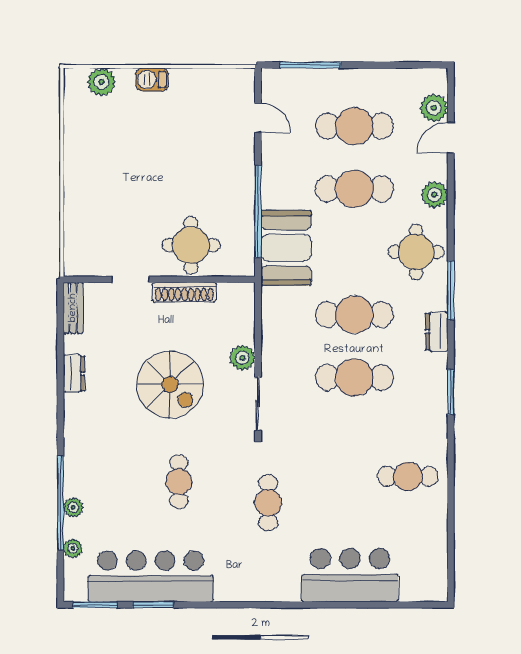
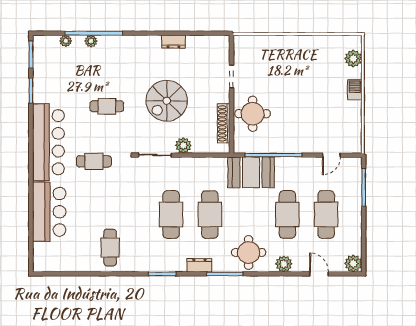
plant: (434, 108) -> (353, 263), moved
shoe rack: (184, 292) -> (224, 123), moved
bench: (73, 308) -> (214, 41), removed
bar counter: (151, 576) -> (48, 142), moved

